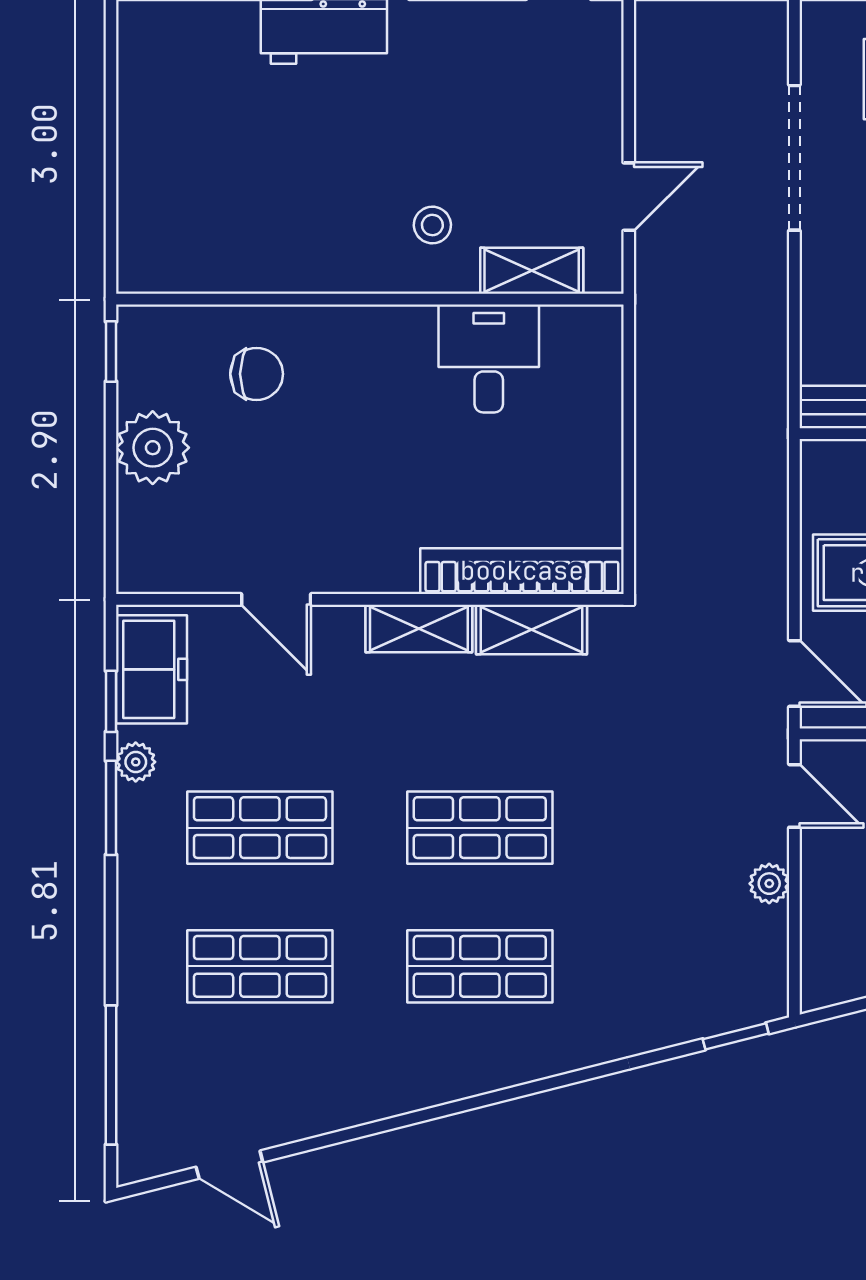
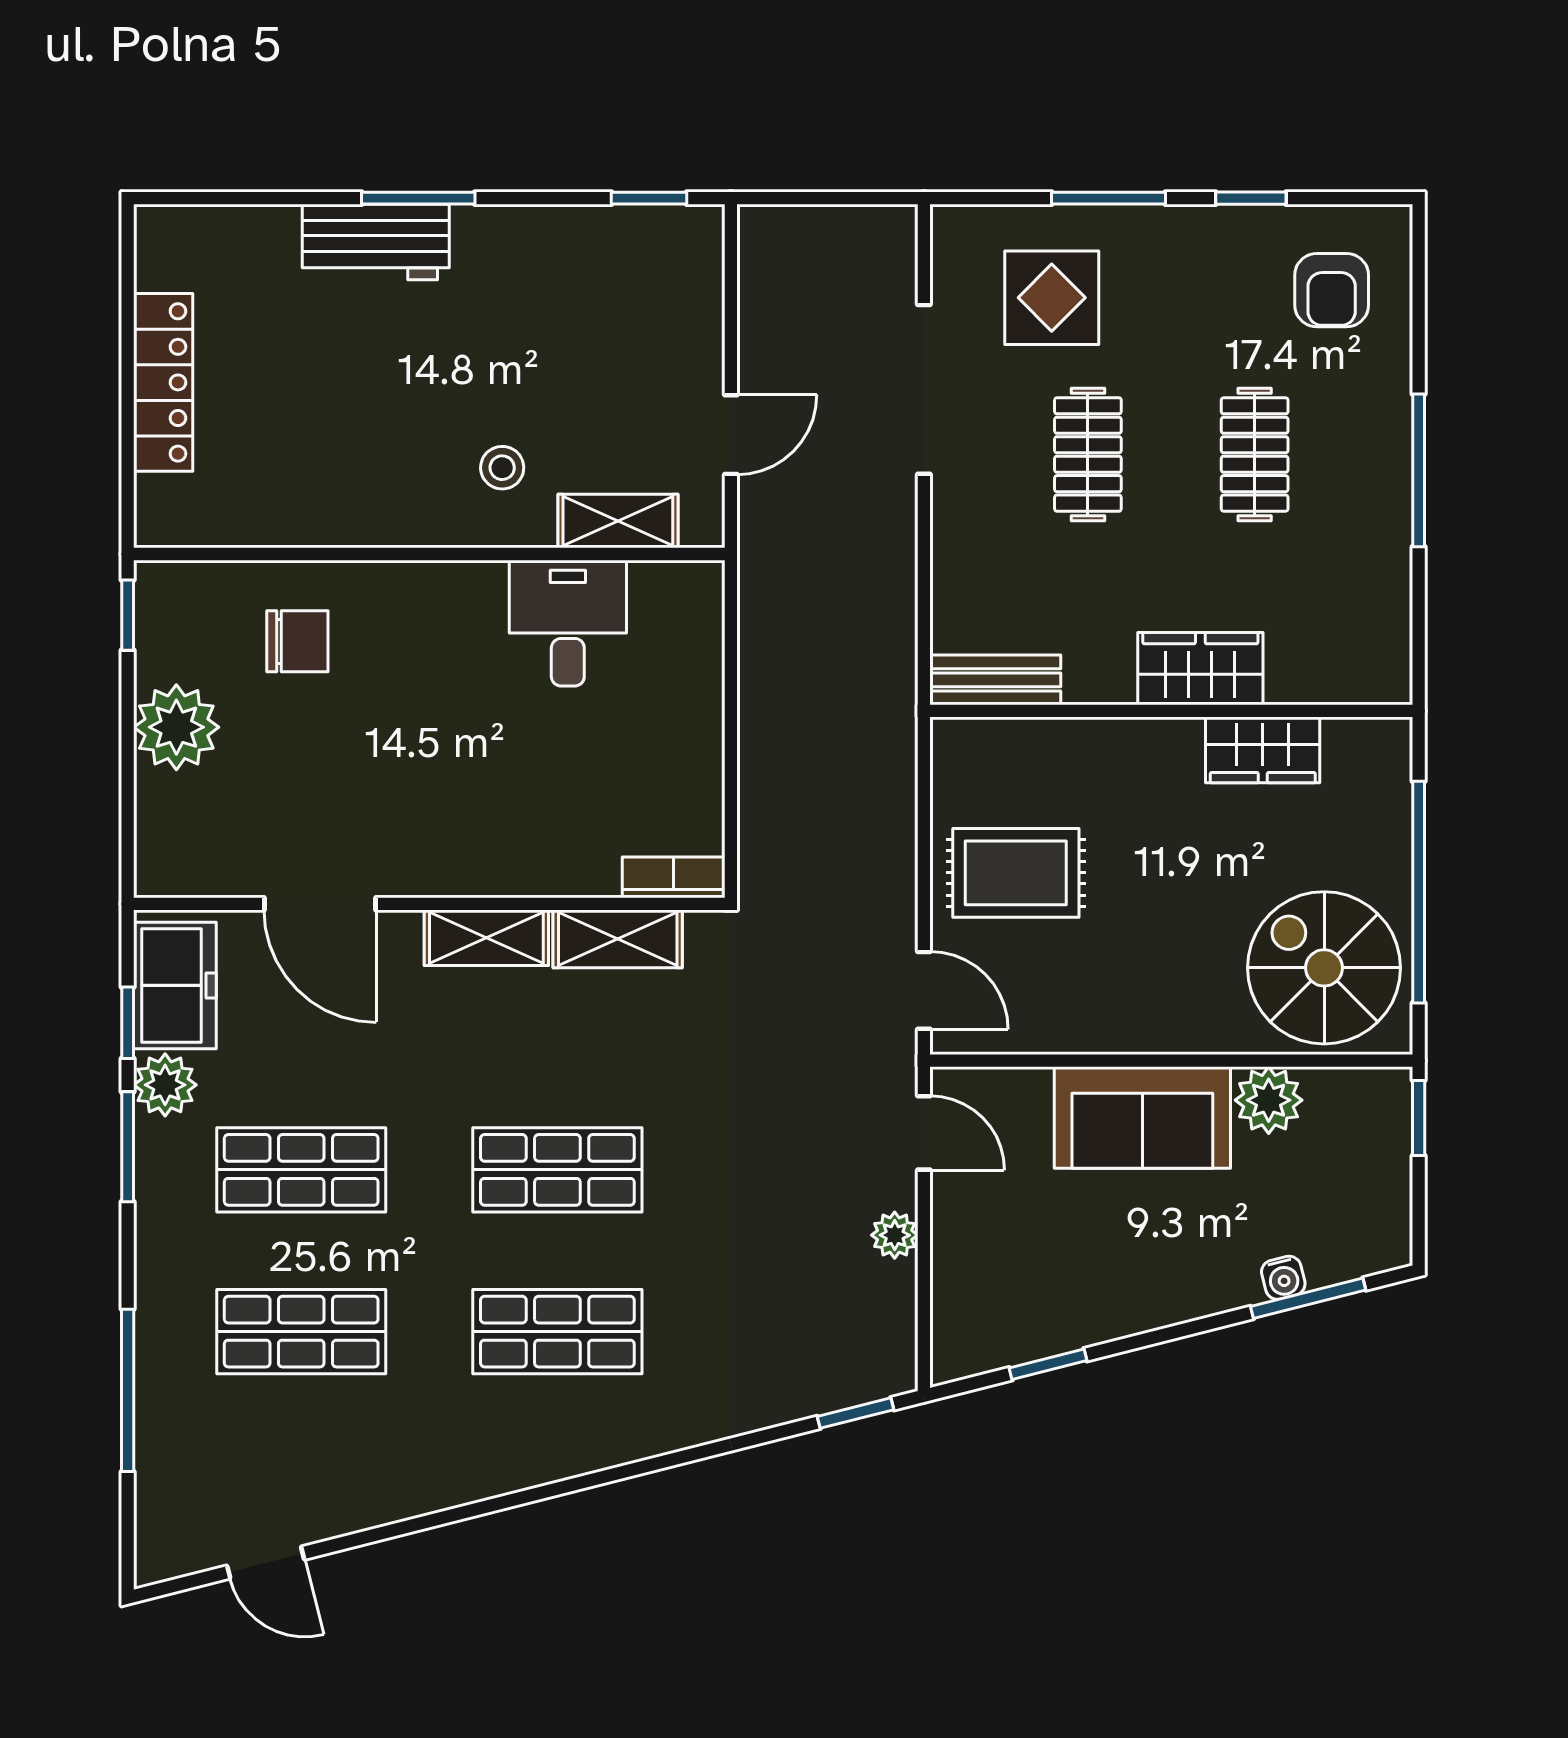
locker: (141, 152) -> (163, 382), added
bookcase: (522, 571) -> (674, 877), width x0.43, depth x0.76
door: (276, 599) -> (320, 904), width x1.38
plant: (136, 762) -> (165, 1085), width x1.38, depth x1.38
window: (111, 1075) -> (128, 1390), moved

